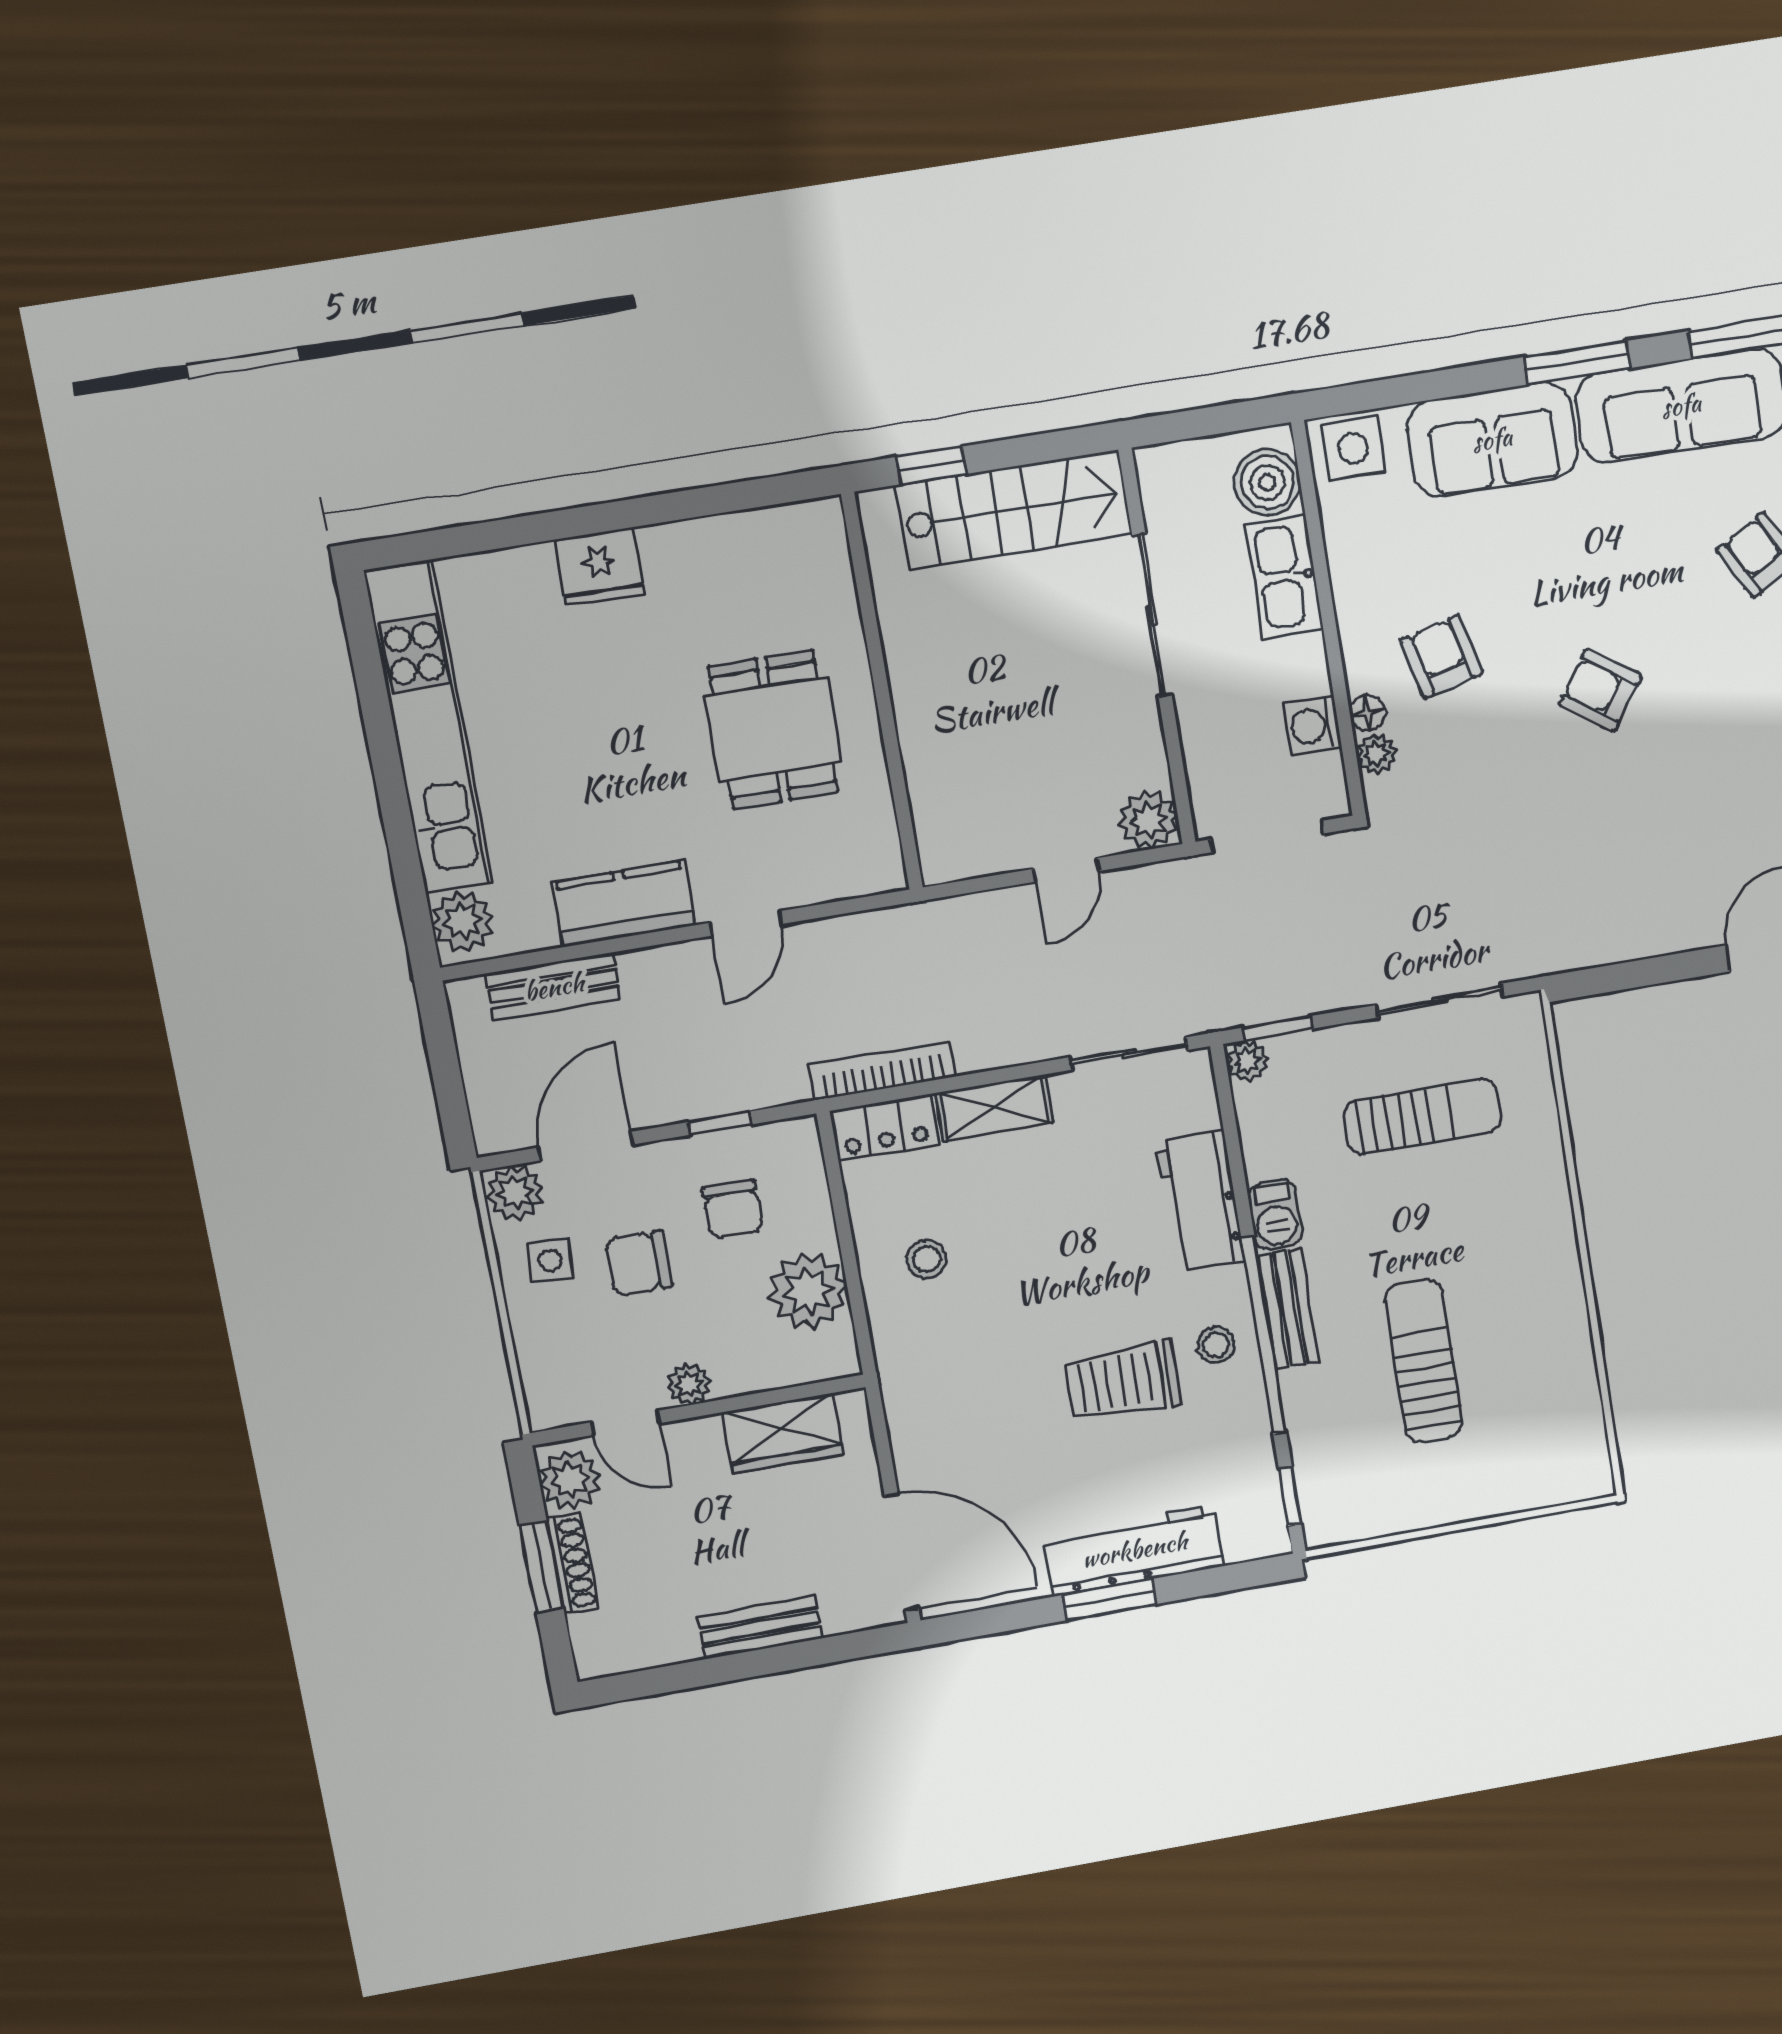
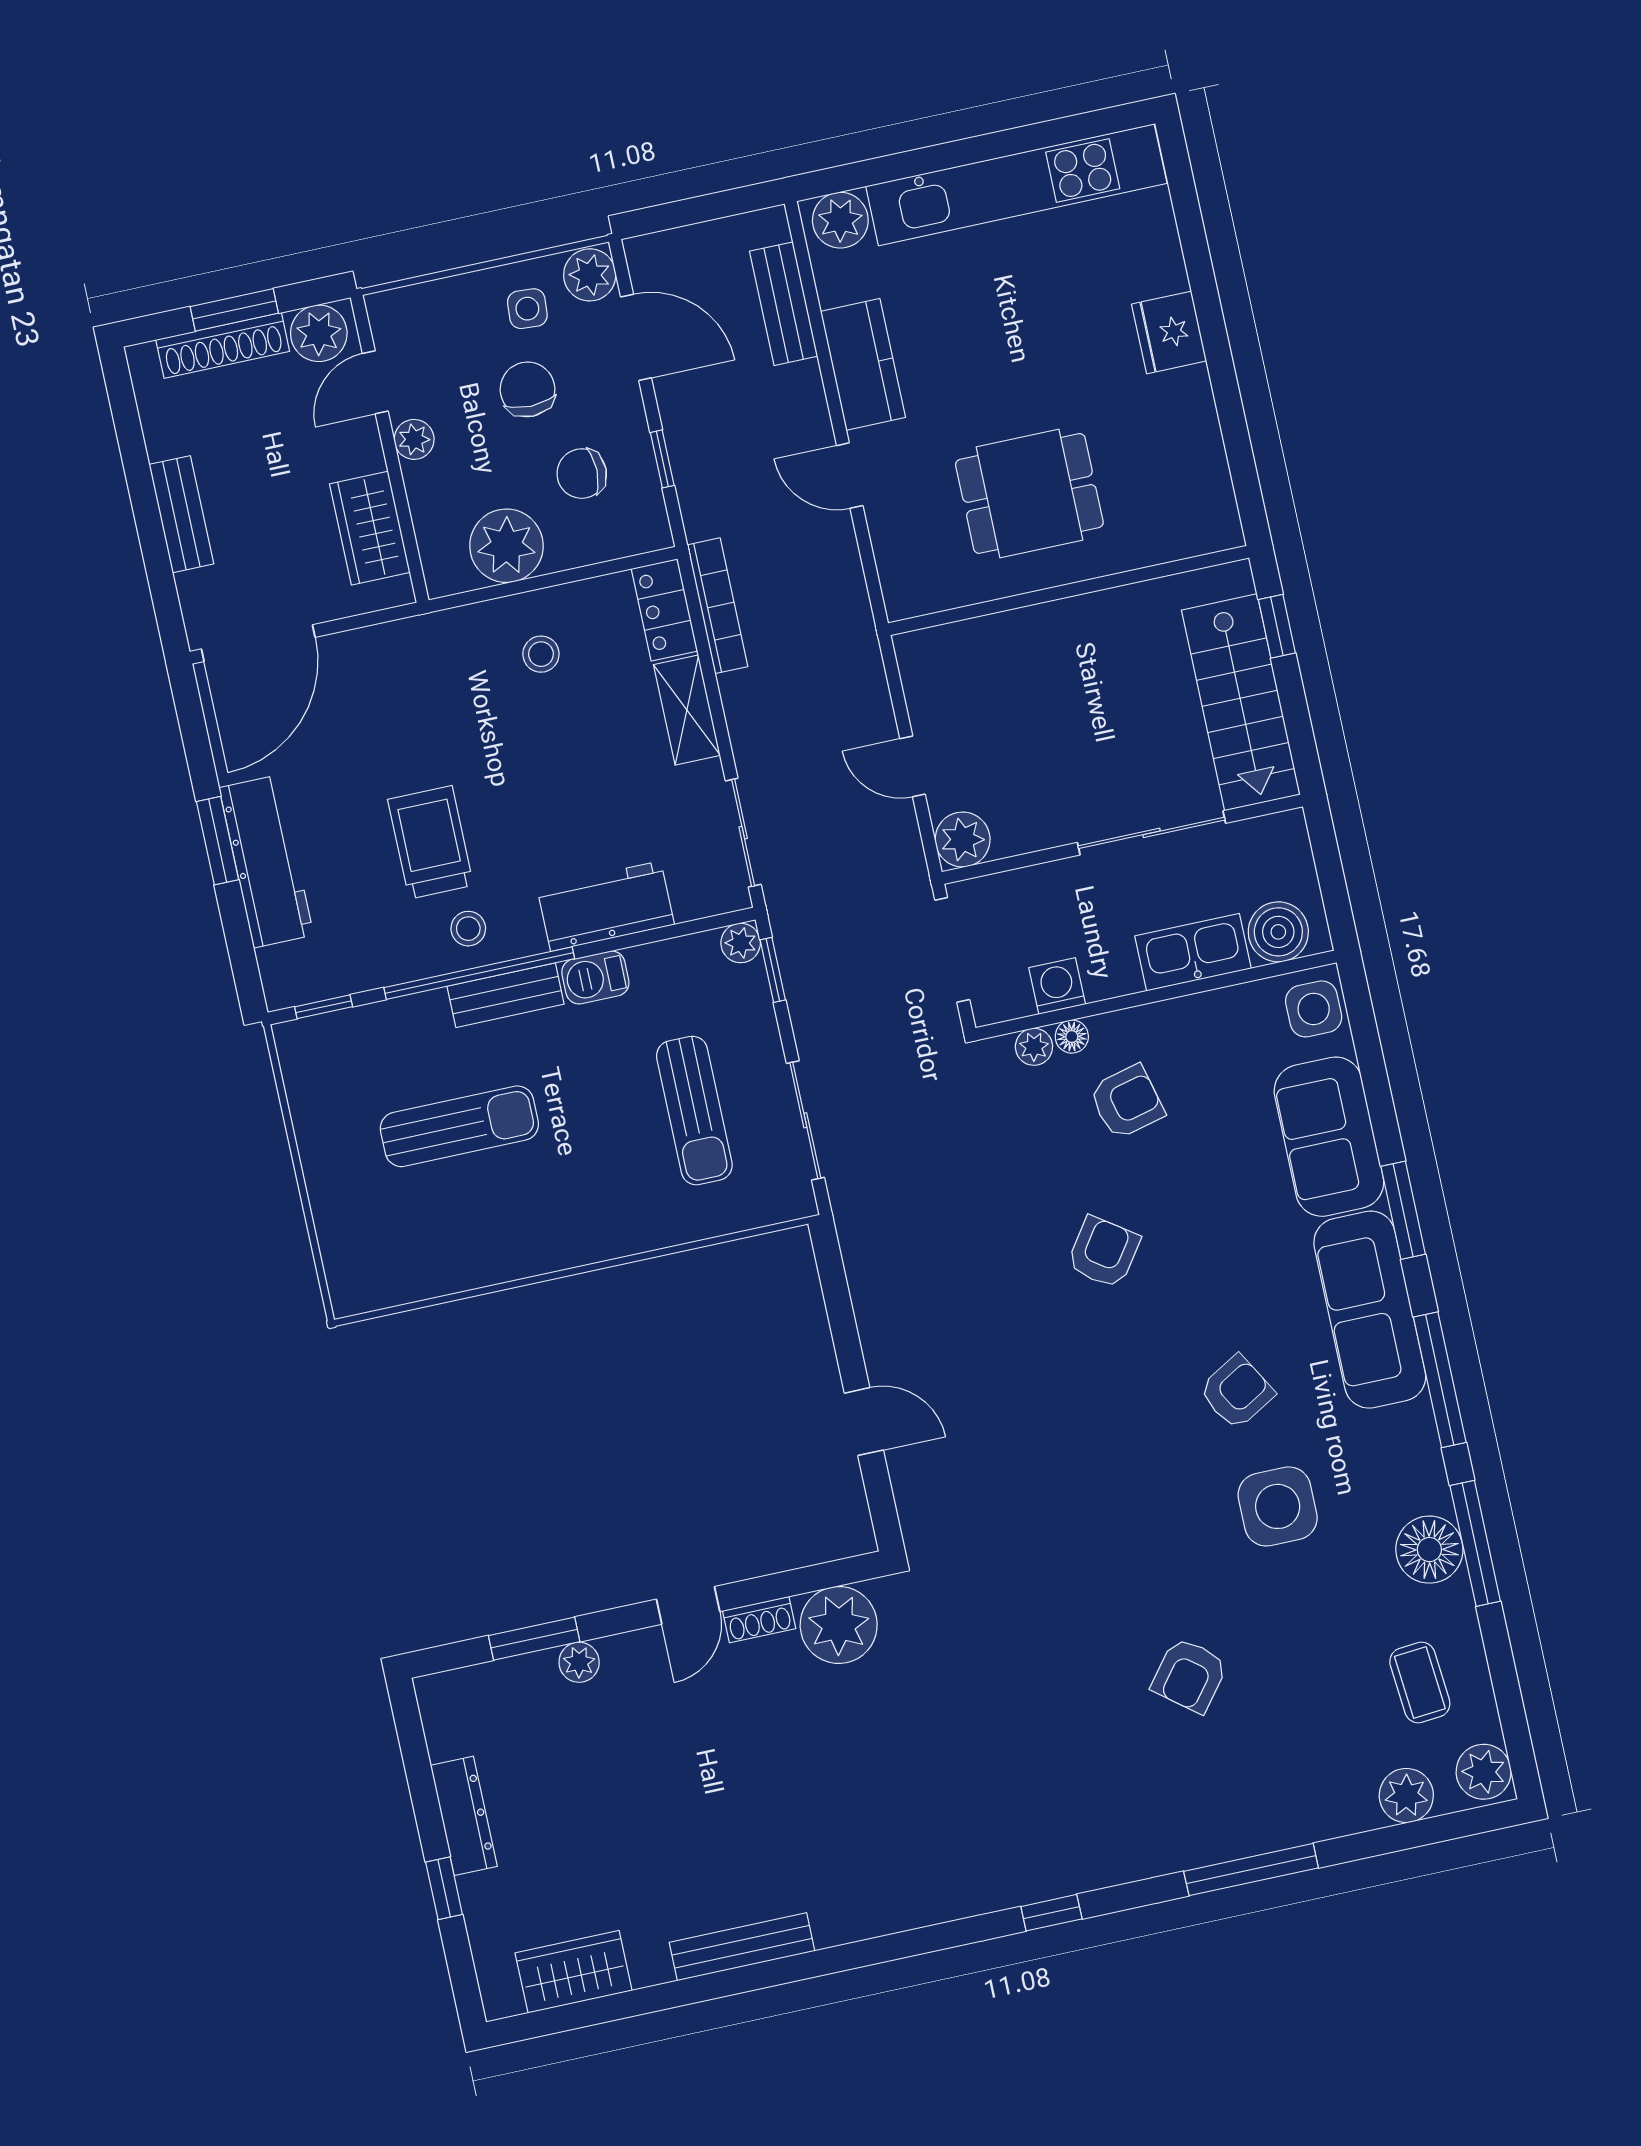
shoe rack: (572, 1564) -> (223, 345), width x1.36, depth x1.24

